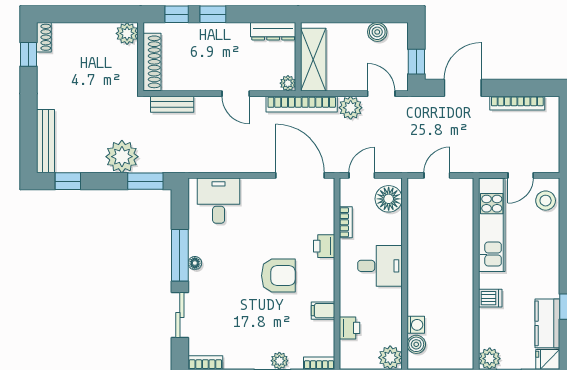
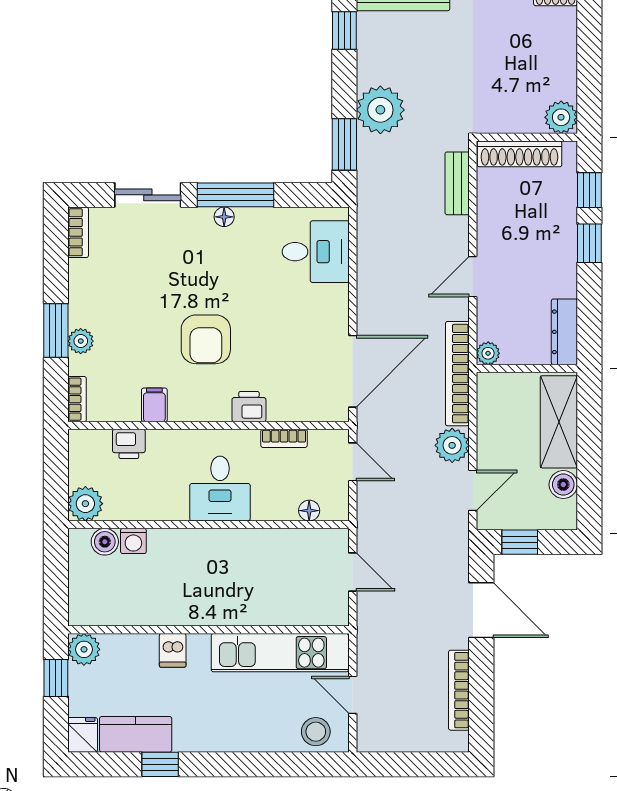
shelving: (313, 60) -> (559, 422), moved, turned 90
floor lamp: (389, 199) -> (309, 511), width x0.53, depth x0.53

